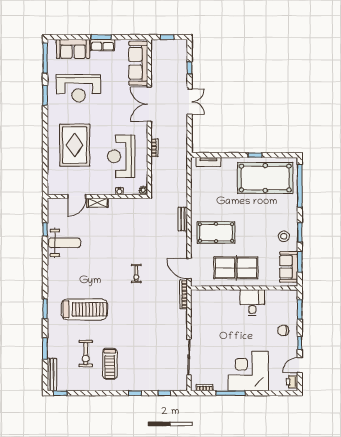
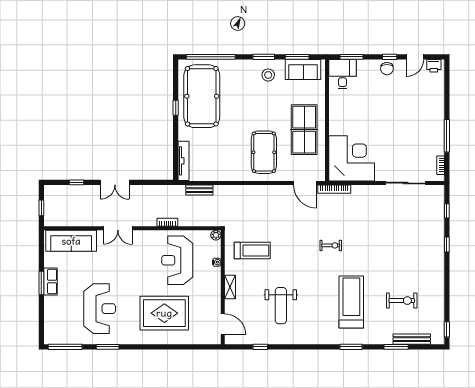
sofa: (73, 49) -> (55, 315), removed
double door: (190, 102) -> (115, 182), swing flipped
double door: (149, 104) -> (118, 228), width x0.73
reception desk: (121, 156) -> (177, 260), turned 90
tv unit: (208, 162) -> (184, 161), width x1.41
door: (77, 196) -> (223, 324), moved
bench: (183, 219) -> (199, 190), moved
weight bench: (64, 243) -> (281, 306), moved, turned 180
door: (189, 269) -> (305, 183), hinge flipped
exercise bike: (136, 274) -> (331, 245), moved
desk: (252, 303) -> (343, 74), moved, turned 90
chair: (283, 330) -> (387, 69), moved
treadmill: (110, 364) -> (252, 251), moved
door: (300, 365) -> (415, 57), hinge flipped
corner desk: (248, 371) -> (352, 158), moved, turned 180
bench: (52, 375) -> (412, 339), moved

